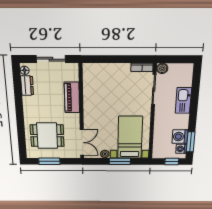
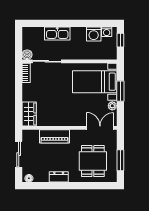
wardrobe: (96, 71) -> (29, 114), added
dresser: (27, 86) -> (59, 177), moved
window: (191, 142) -> (99, 23), removed

